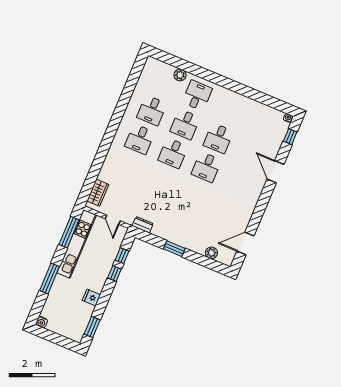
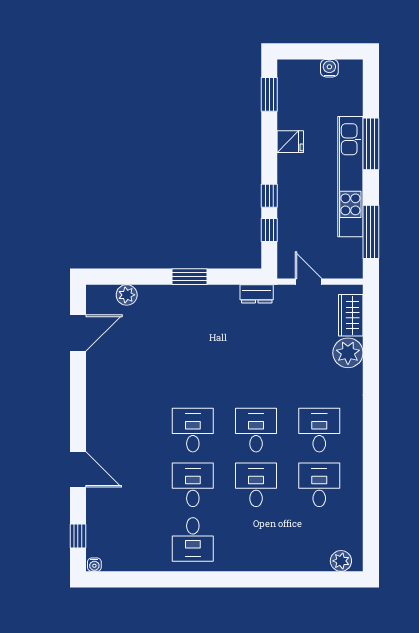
plant: (180, 75) -> (341, 561), moved
desk: (197, 95) -> (193, 539), moved
plant: (108, 174) -> (348, 353), added
kitchen unit: (77, 244) -> (350, 177), moved
water cooler: (42, 322) -> (329, 68), moved

